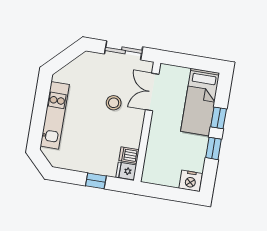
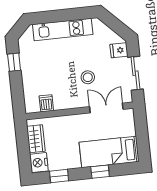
window: (214, 148) -> (59, 176), moved
fridge: (126, 171) -> (119, 50), moved, turned -90
wardrobe: (164, 177) -> (36, 139), added
window: (96, 181) -> (14, 62), moved

